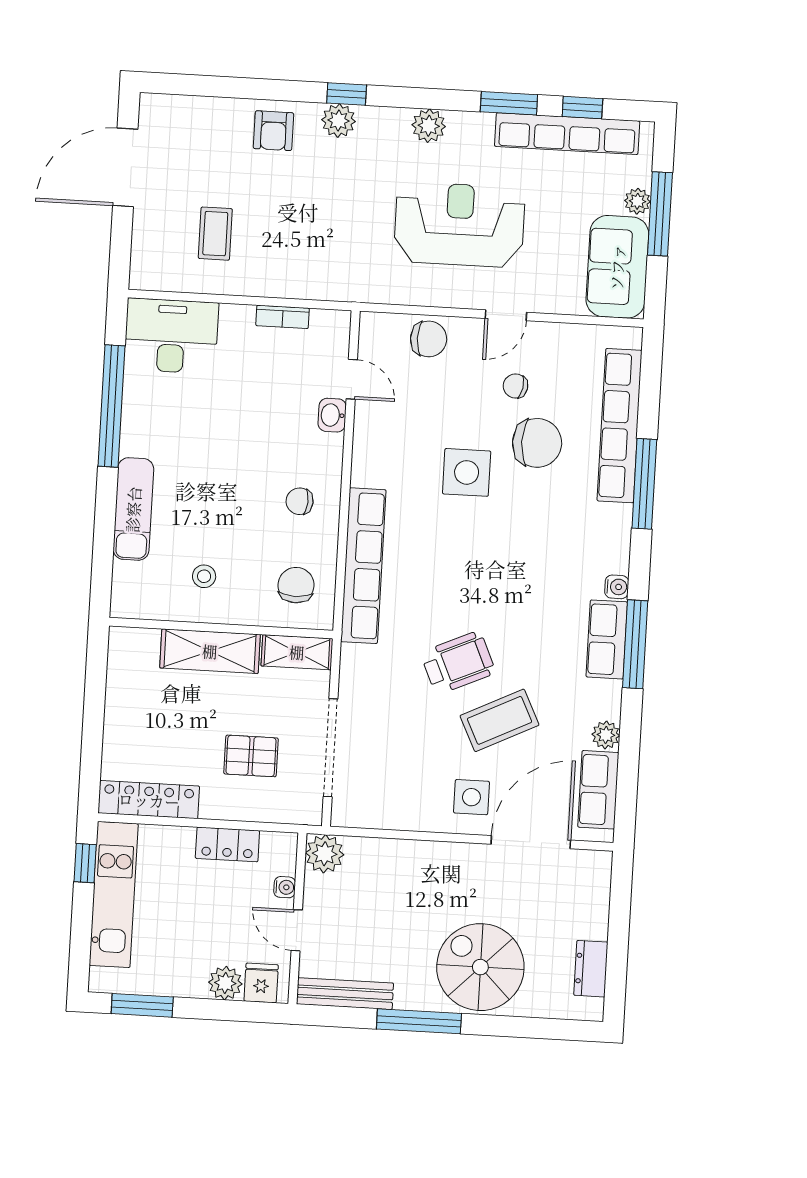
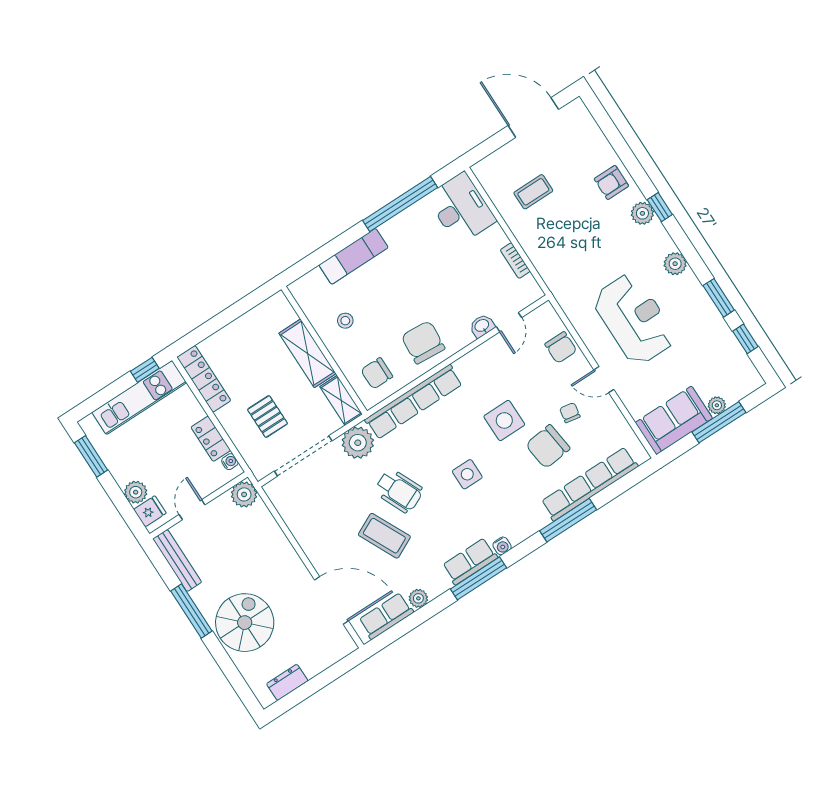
row of seats: (567, 134) -> (725, 341), removed
chair: (537, 443) -> (548, 447), turned 83
chair: (300, 501) -> (423, 342), width x1.87, depth x1.87
chair: (296, 585) -> (377, 373), turned 180
plant: (363, 670) -> (358, 443), added
side table: (471, 797) -> (467, 474), moved
water cooler: (285, 887) -> (230, 462), moved, turned -90

